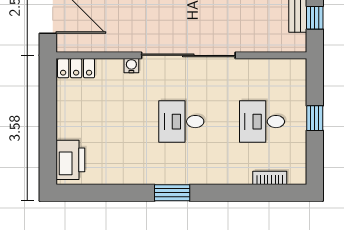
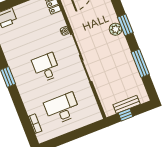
window: (315, 118) -> (74, 135), removed
desk: (262, 122) -> (62, 109), width x1.37

